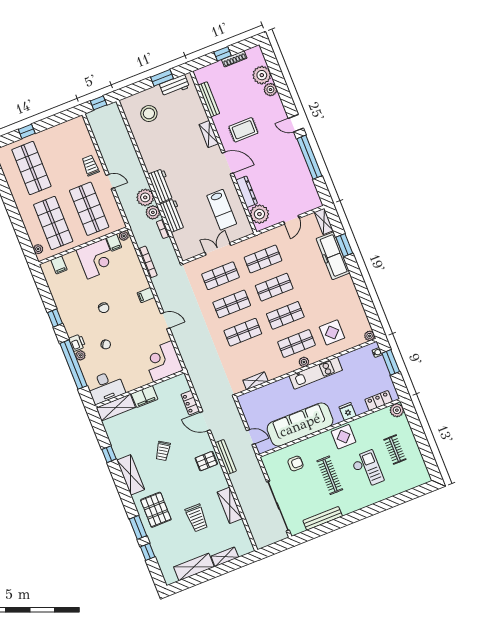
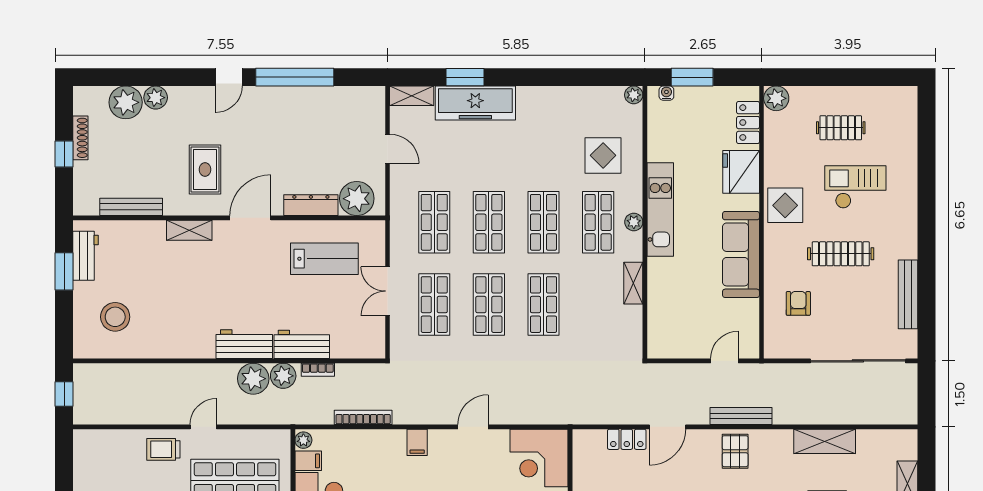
shelving: (255, 381) -> (633, 283), moved
fridge: (348, 412) -> (741, 172), width x1.88, depth x1.34
sofa: (300, 425) -> (741, 254), width x0.74, depth x0.79

